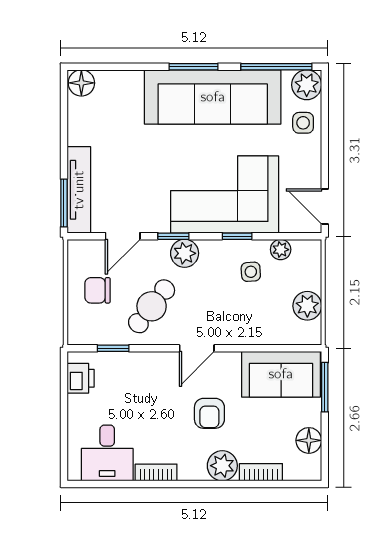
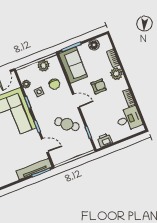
plant: (185, 253) -> (42, 120), removed
chair: (97, 290) -> (54, 84), moved

